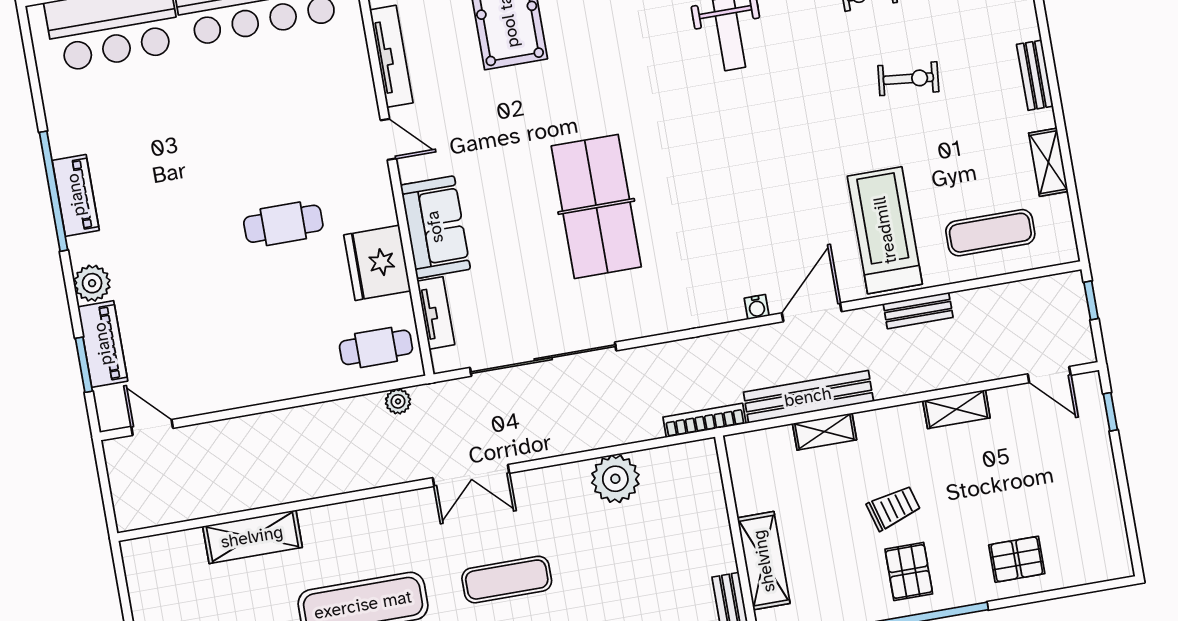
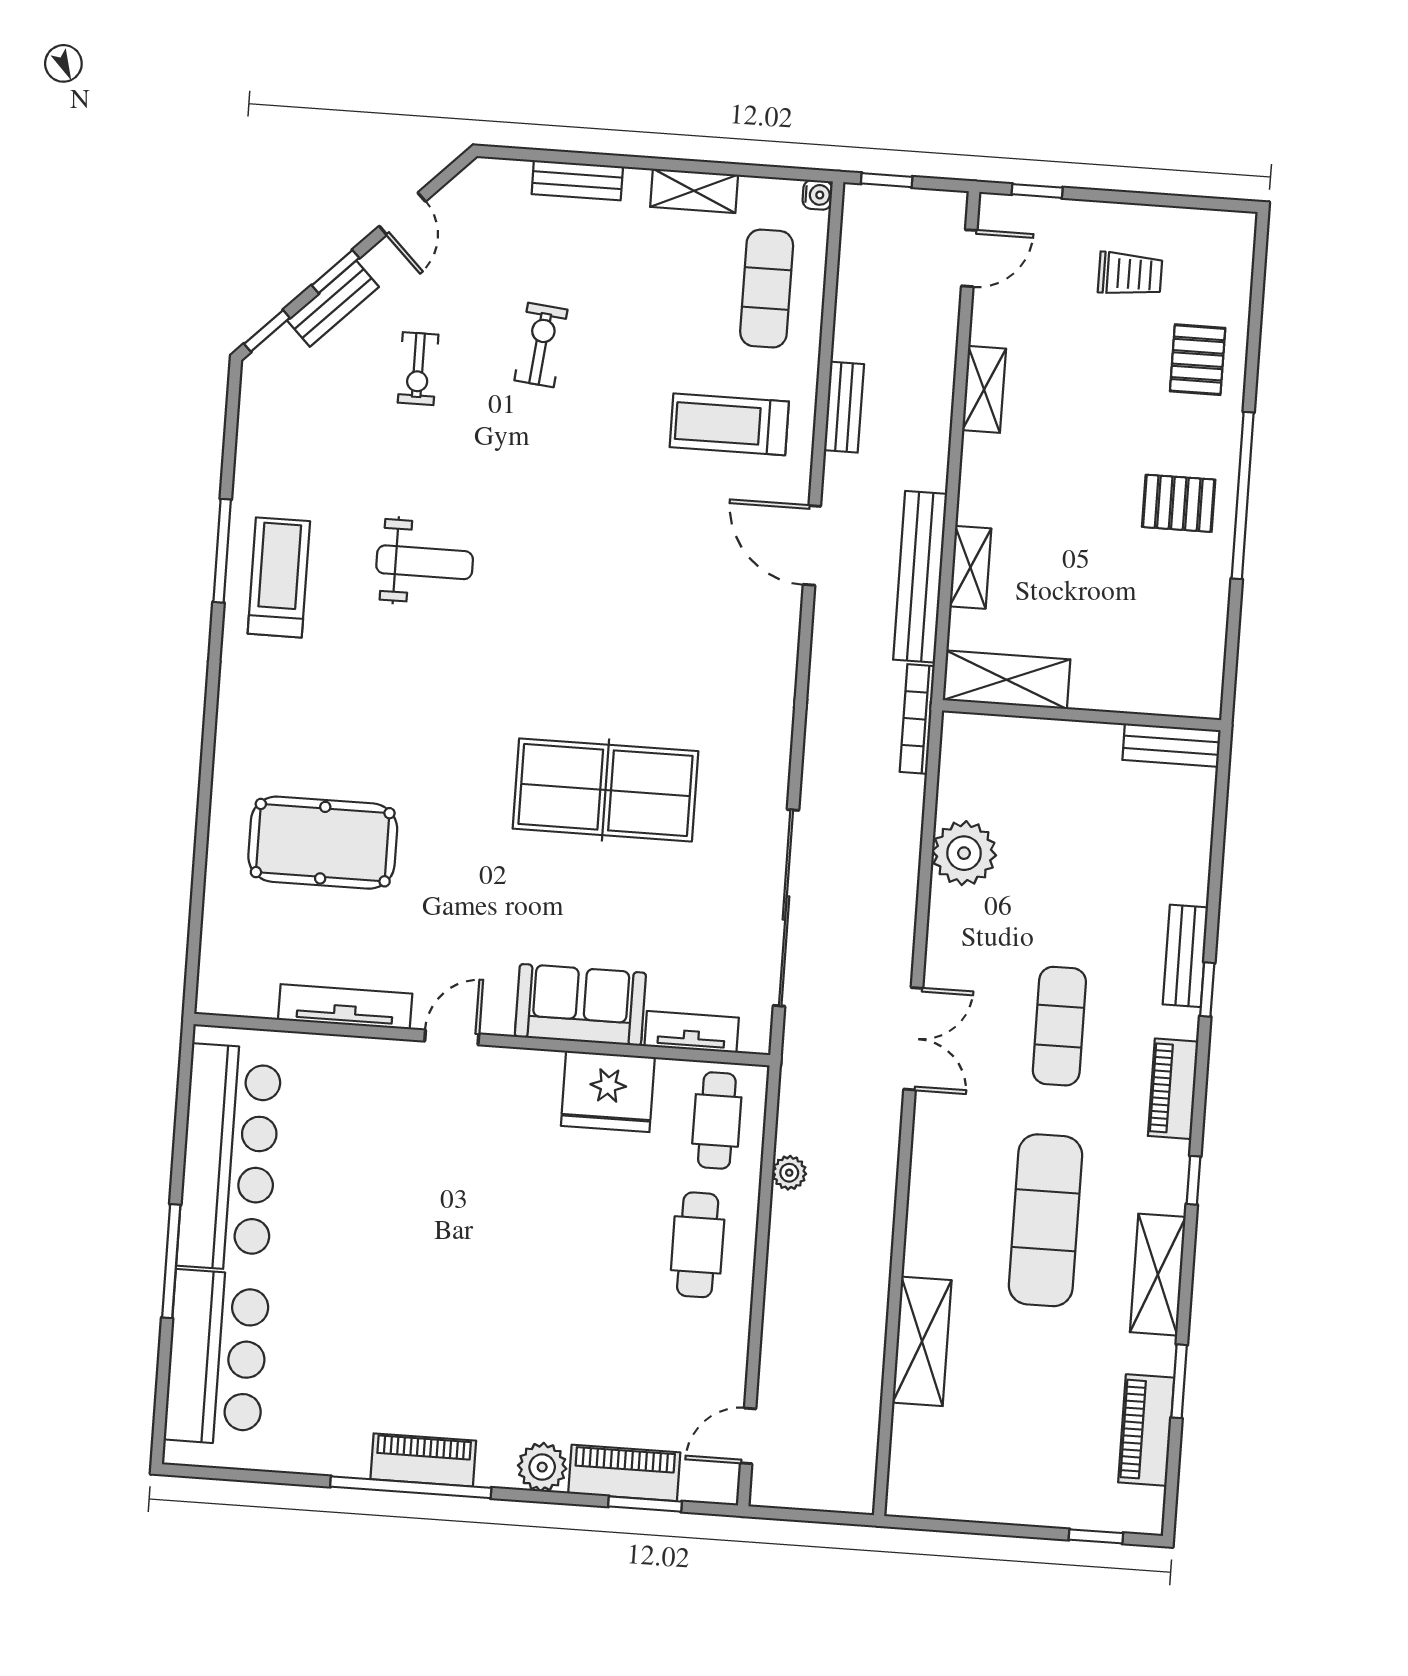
cafe table: (283, 224) -> (698, 1245), moved
treadmill: (885, 230) -> (729, 424), width x0.73, depth x0.73
water cooler: (757, 307) -> (817, 195), moved
plant: (398, 401) -> (789, 1173), moved
trolley: (894, 508) -> (1130, 274), moved, turned 106
shelving: (764, 561) -> (1007, 680), moved

